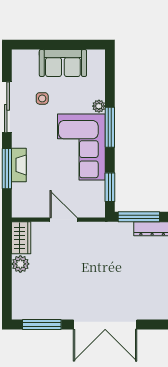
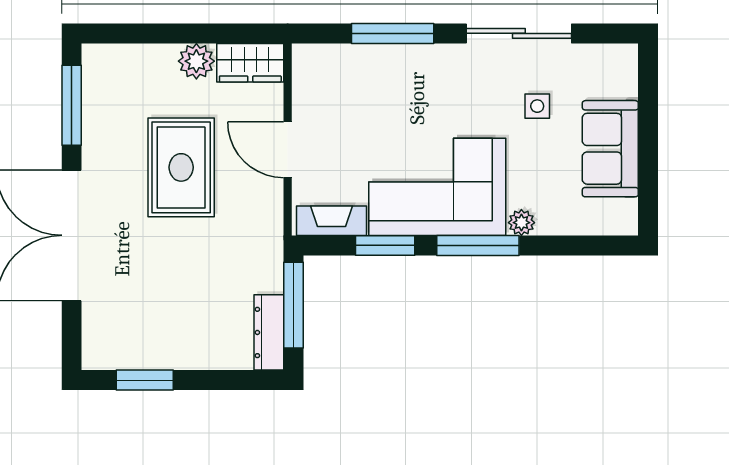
fireplace: (19, 165) -> (331, 221), moved, turned 180
window: (110, 187) -> (385, 245), moved
door: (63, 220) -> (288, 150), swing flipped
rug: (72, 271) -> (181, 167), added

